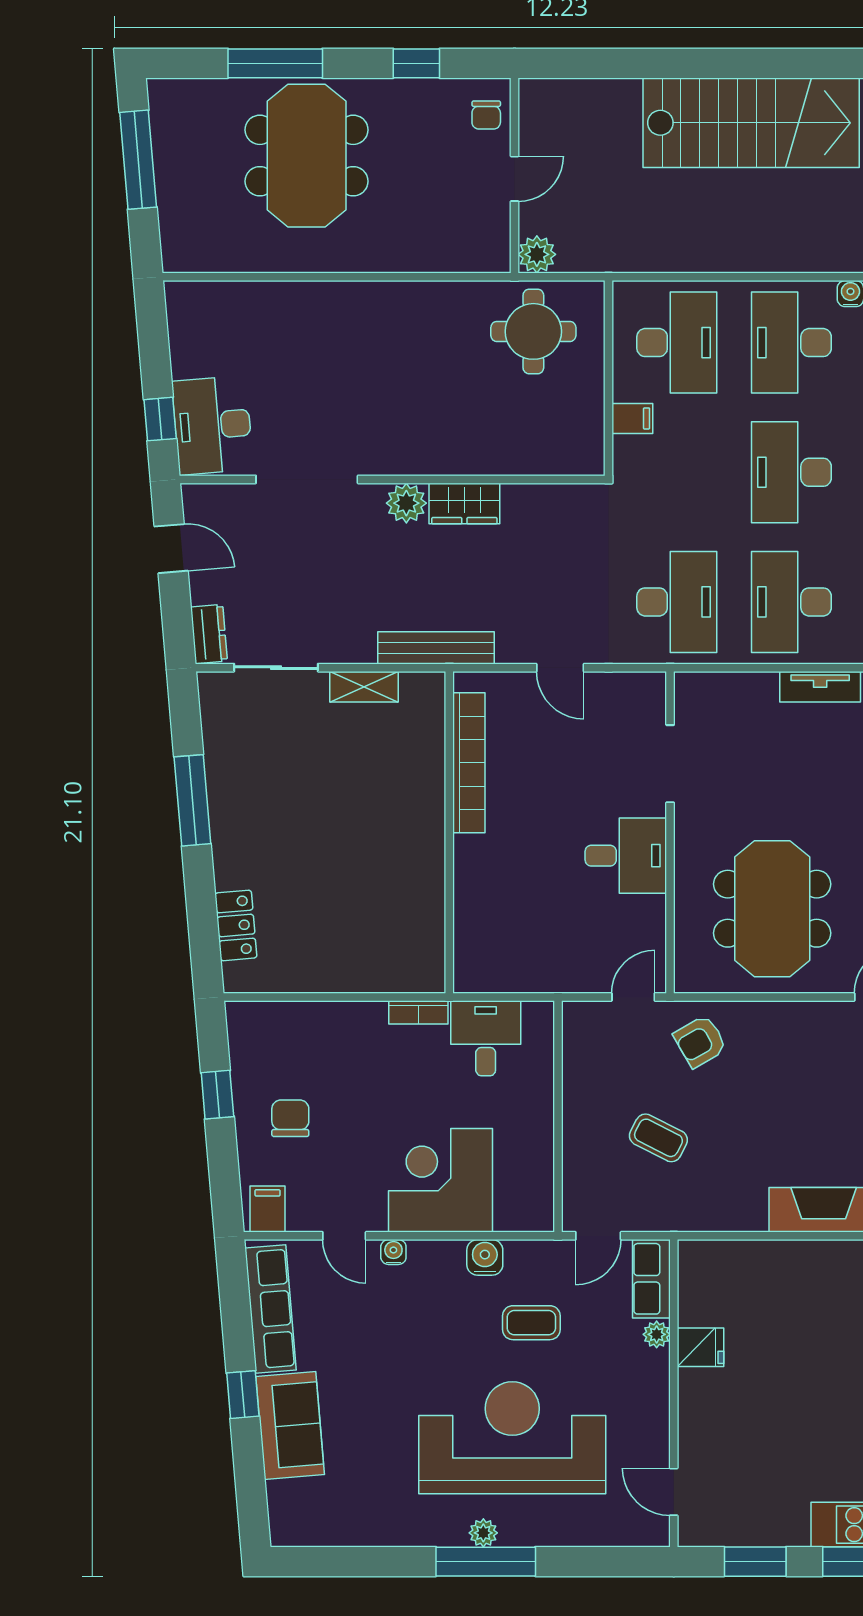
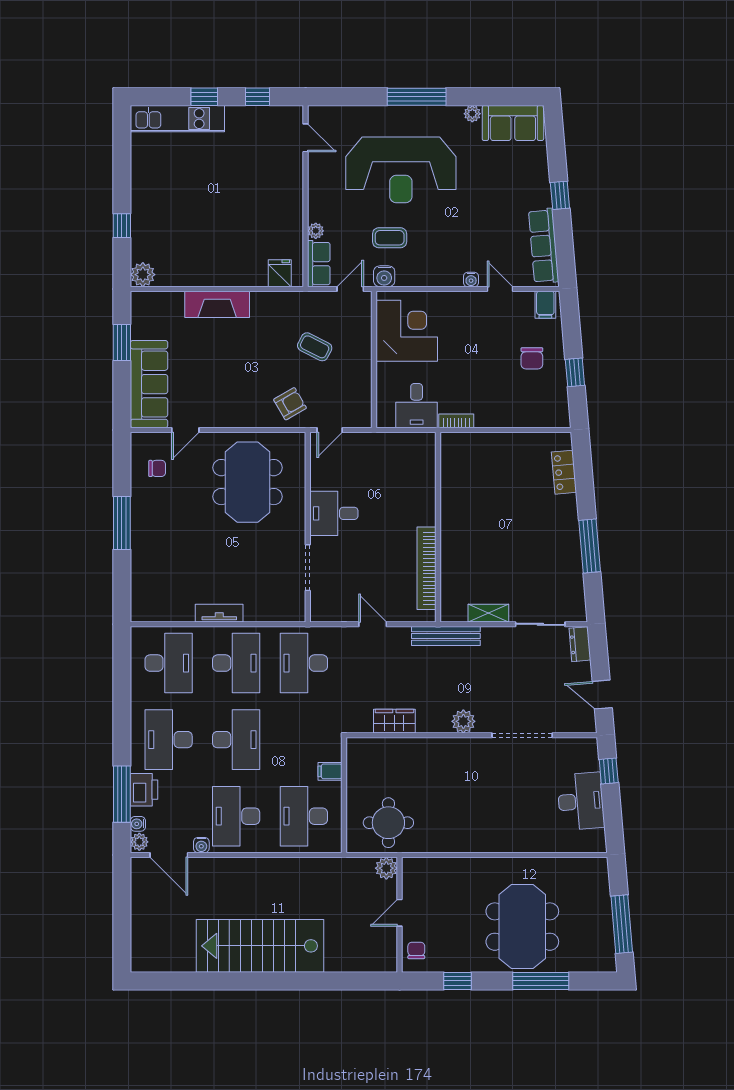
desk: (791, 343) -> (236, 816), turned 180
desk: (213, 425) -> (581, 801), moved
wardrobe: (464, 504) -> (394, 721), moved
corner desk: (441, 1180) -> (407, 331), moved, turned -90
water cooler: (485, 1257) -> (384, 276), moved
fridge: (700, 1347) -> (280, 273), moved, turned 90
sofa: (290, 1425) -> (513, 123), moved, turned -85
plant: (483, 1533) -> (472, 114), moved
window: (755, 1562) -> (258, 97), width x0.67

